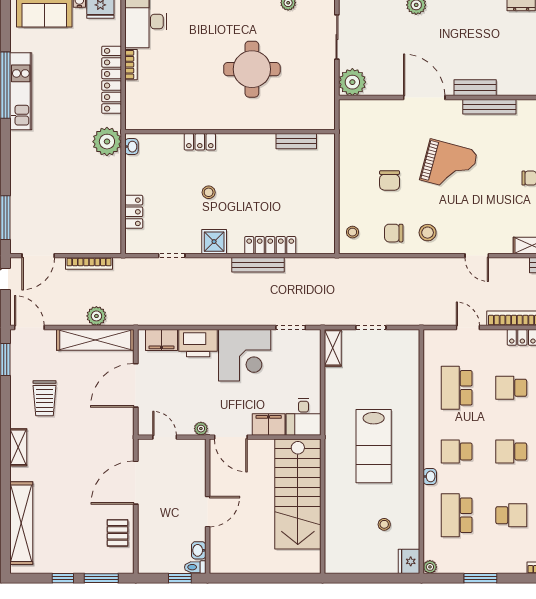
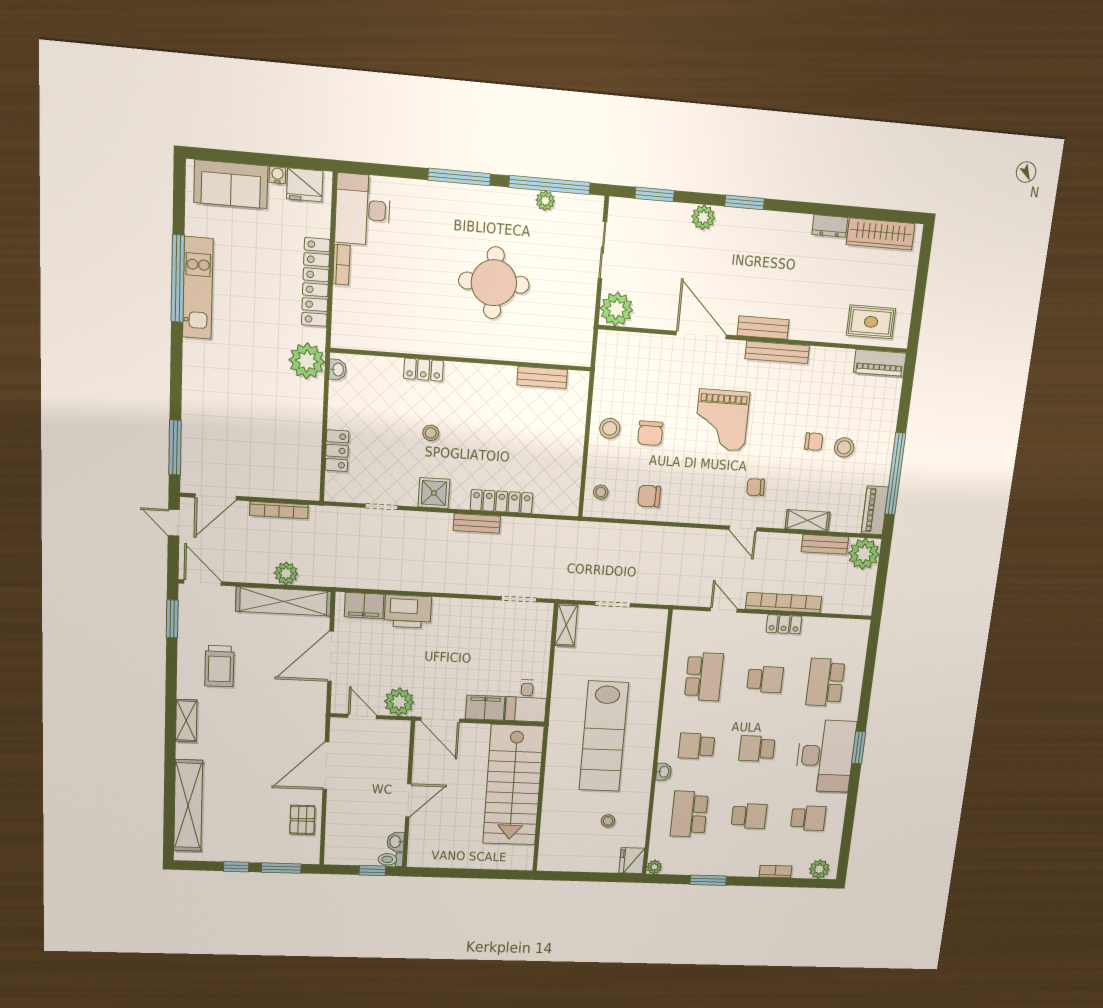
grand piano: (449, 166) -> (722, 420), turned 75
chair: (484, 220) -> (756, 487), added
stool: (428, 233) -> (610, 428), moved
bench: (258, 265) -> (477, 523), width x0.73
corner desk: (245, 355) -> (462, 628), removed
school desk: (457, 388) -> (704, 677), turned 180
school desk: (511, 388) -> (765, 679), turned 180
plant: (201, 429) -> (399, 702), width x1.87, depth x1.87
lab bench: (374, 446) -> (604, 736), width x1.36

